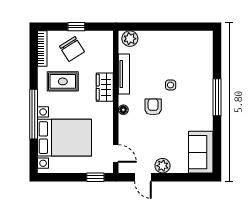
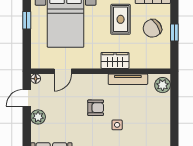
floor lamp: (123, 110) -> (36, 79), moved
door: (116, 154) -> (63, 71), moved
window: (95, 177) -> (27, 20), moved

